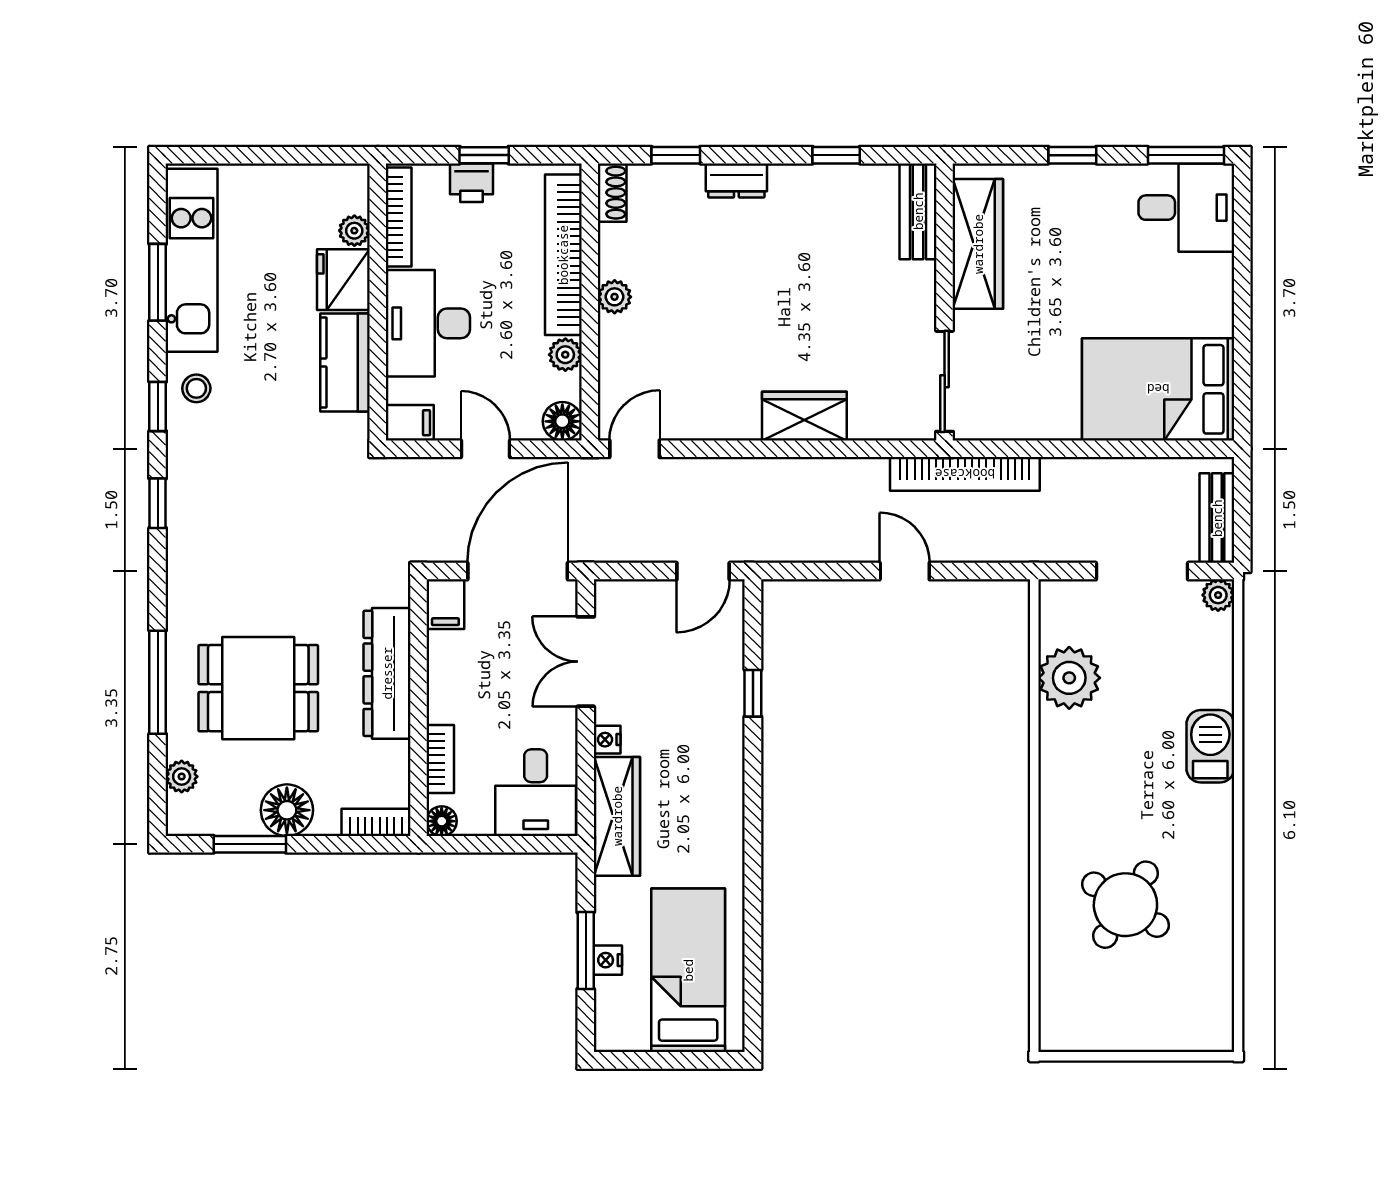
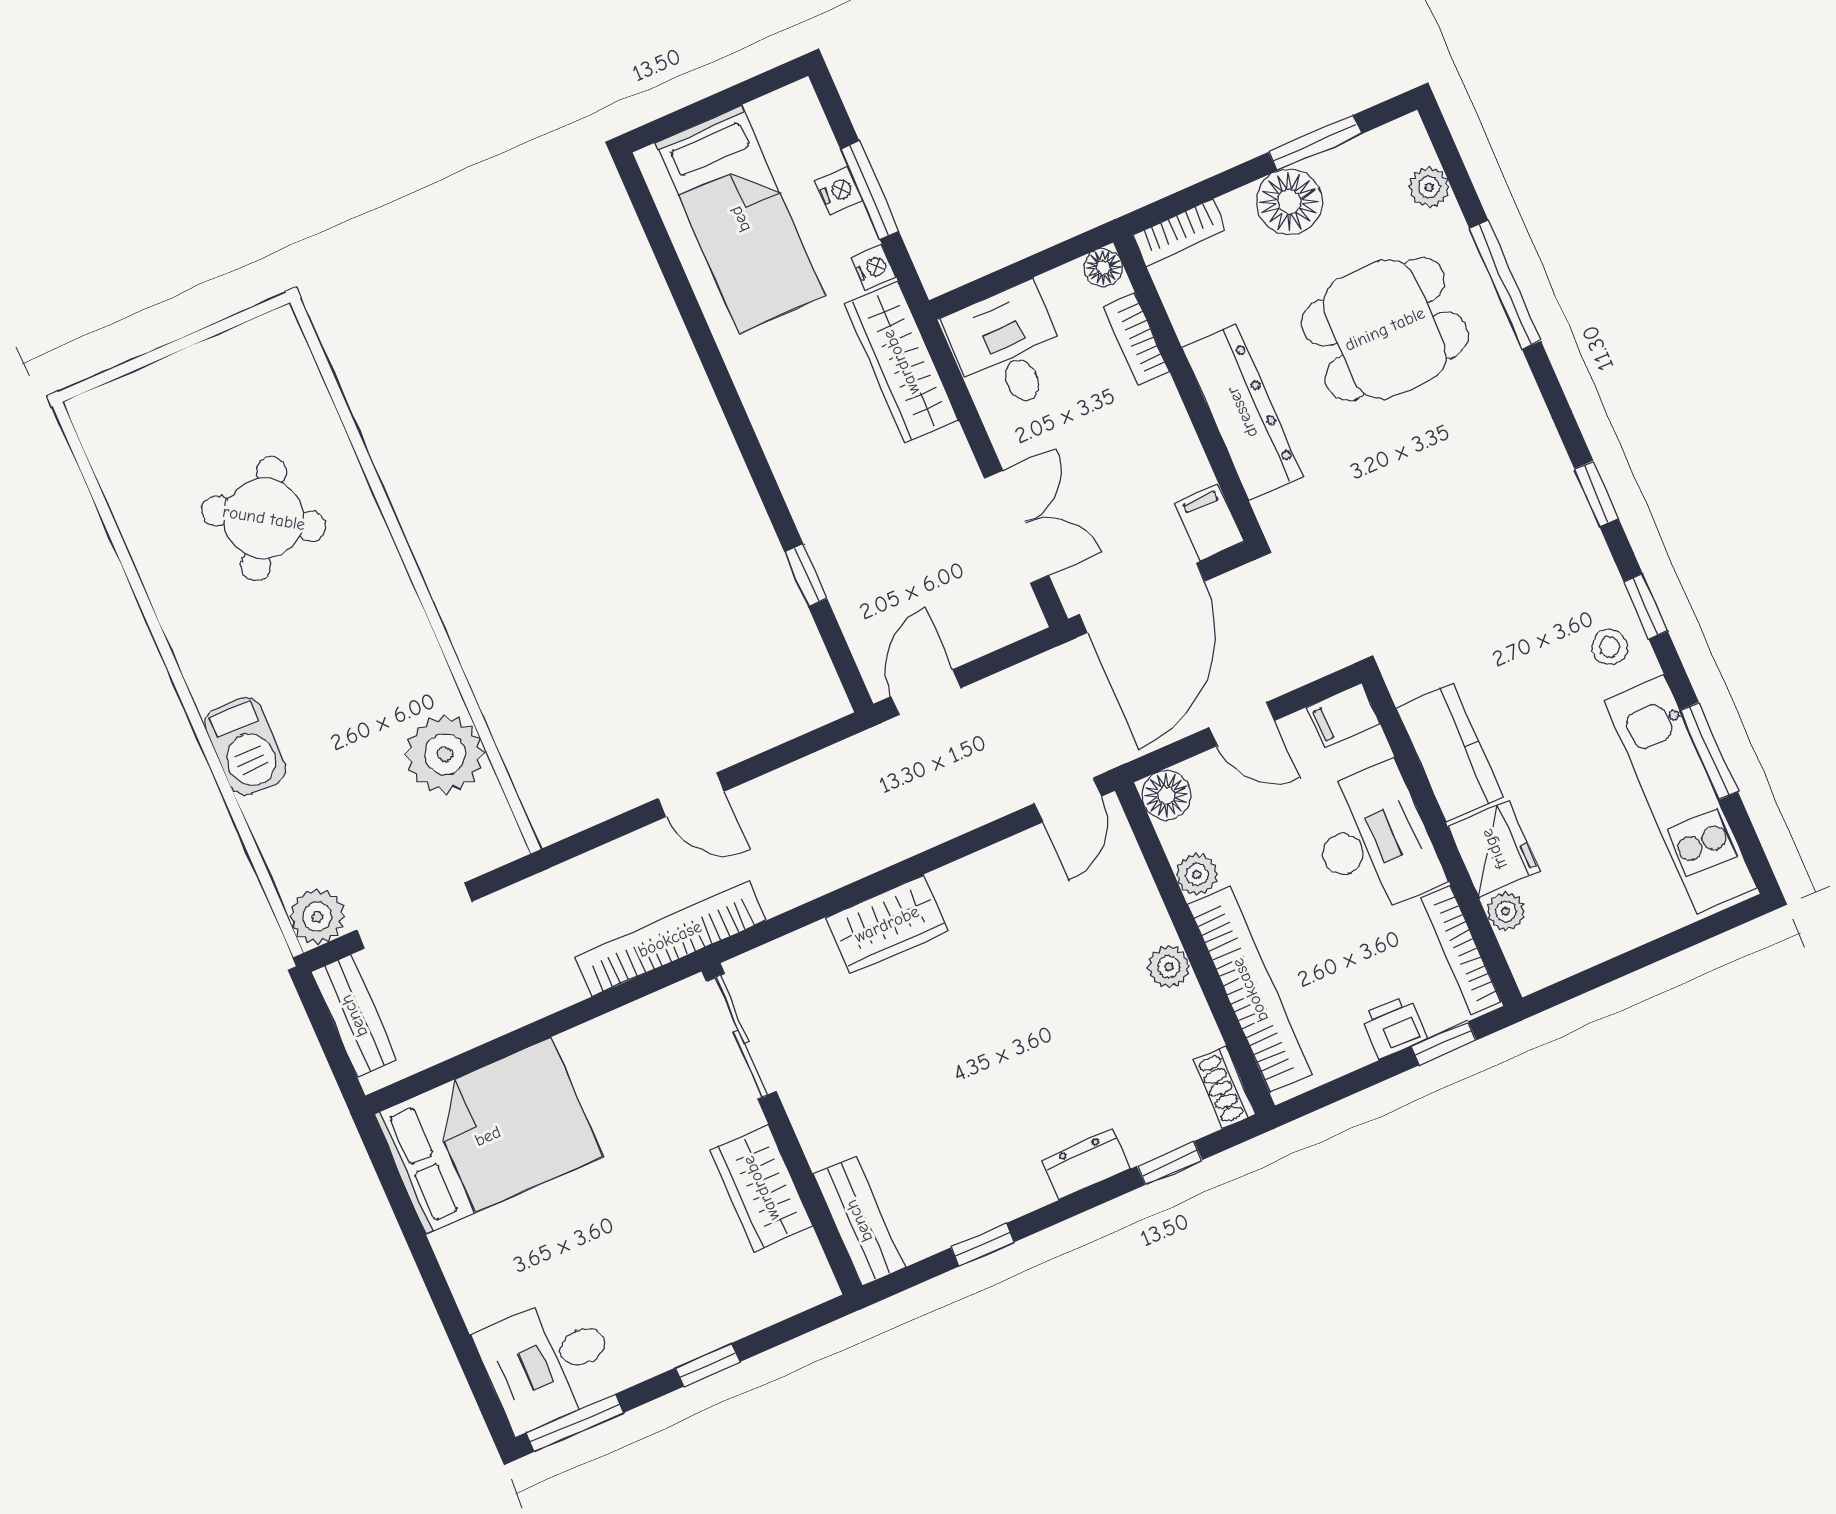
window: (484, 155) -> (1444, 1043), moved
wardrobe: (978, 244) -> (761, 1188), width x0.67
plant: (1218, 595) -> (317, 917), width x1.38, depth x1.38
nightstand: (607, 740) -> (874, 268), moved

